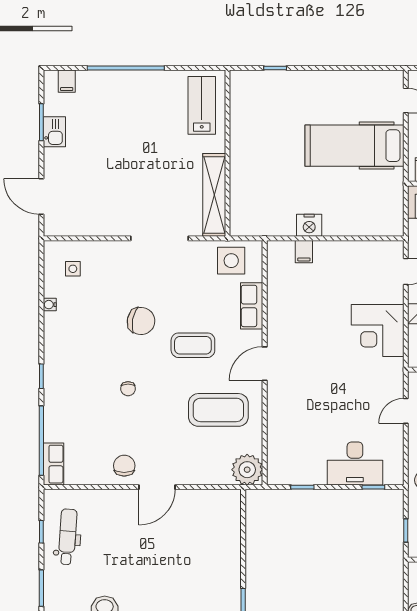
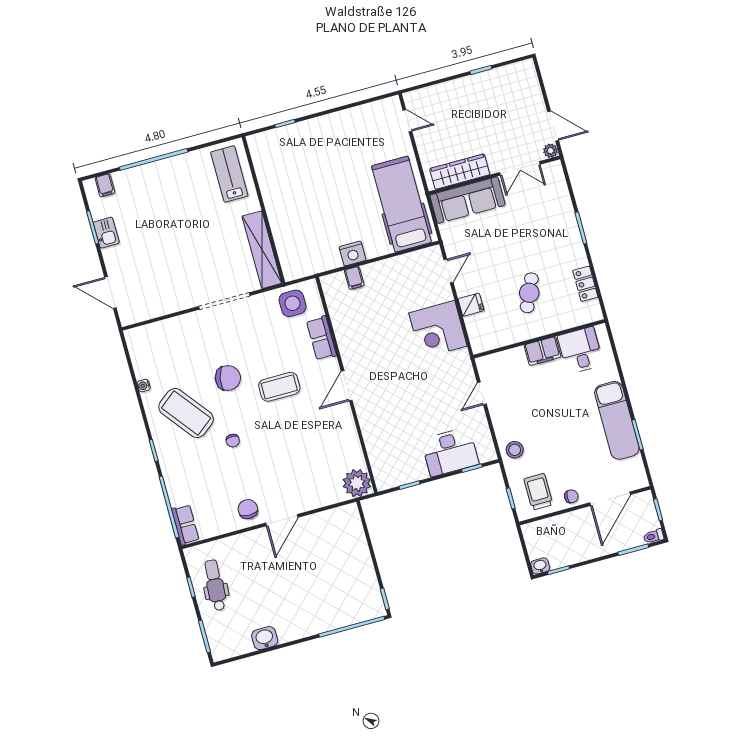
hospital bed: (354, 146) -> (401, 204), moved, turned 90
side table: (73, 269) -> (155, 348), removed
coffee table: (218, 410) -> (186, 413), moved, turned 52

